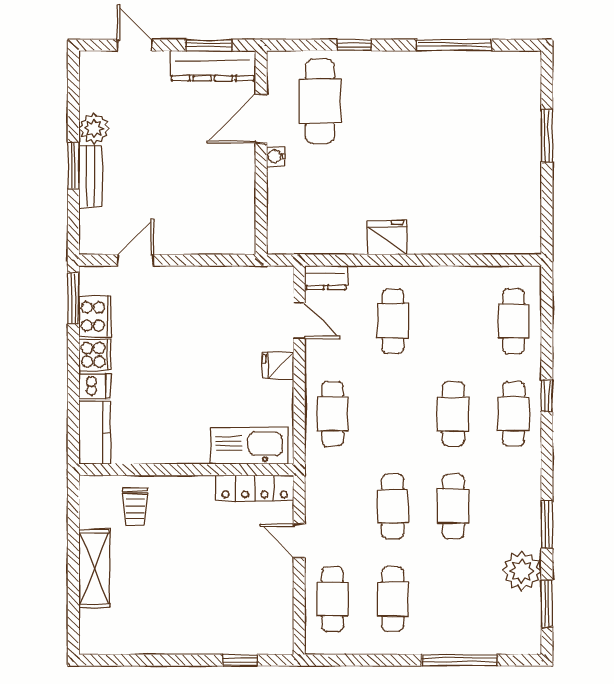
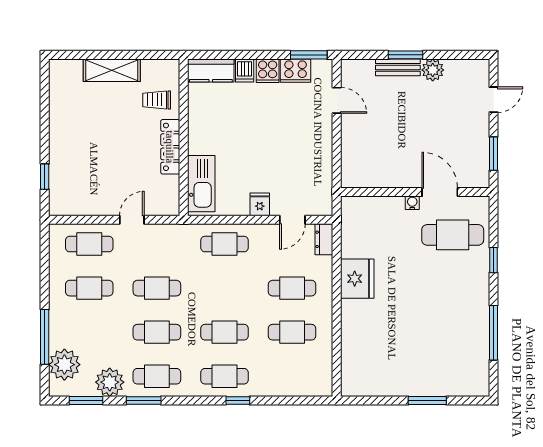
dresser: (213, 66) -> (478, 157), removed
fridge: (387, 238) -> (357, 279), width x1.36, depth x1.34
cafe table: (514, 321) -> (292, 332), moved
locker: (255, 488) -> (170, 147), moved
cafe table: (514, 506) -> (157, 376), added
plant: (498, 633) -> (64, 365), added

